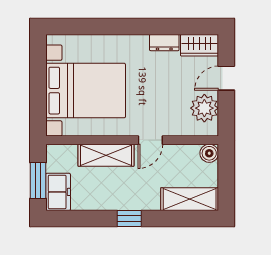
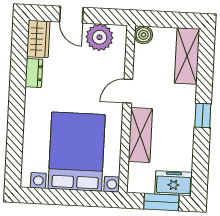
door: (150, 140) -> (128, 91), swing flipped

